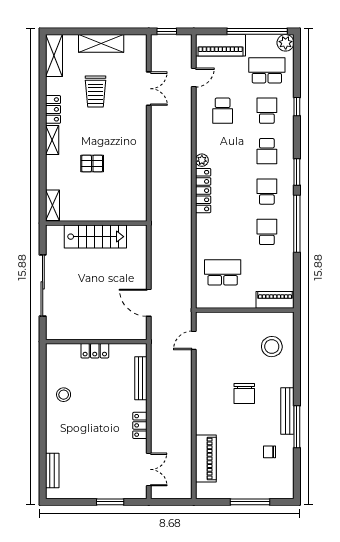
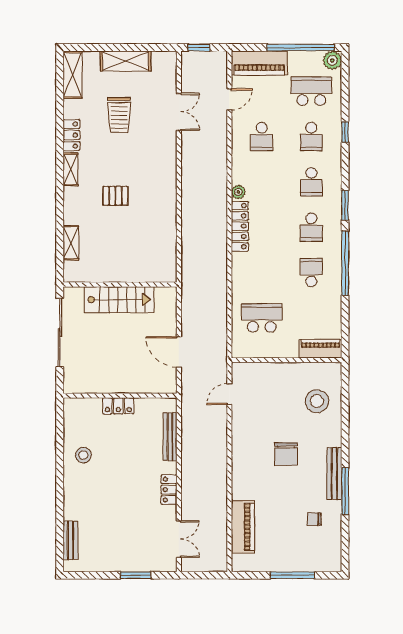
school desk: (267, 111) -> (311, 137), turned 180
school desk: (267, 192) -> (311, 227), turned 180
wall: (96, 223) -> (120, 284), moved
stairs: (95, 237) -> (119, 300), moved

